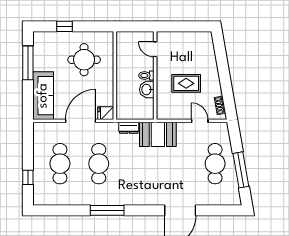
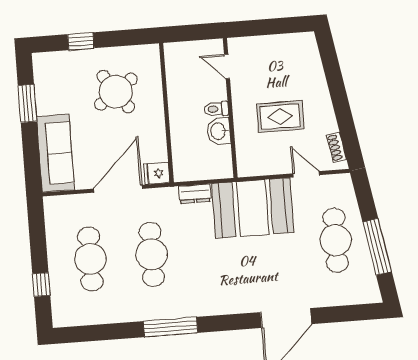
round table: (84, 60) -> (116, 92), turned -35
window: (28, 63) -> (27, 103), width x0.69
booth: (158, 134) -> (253, 208), width x1.36, depth x1.42

